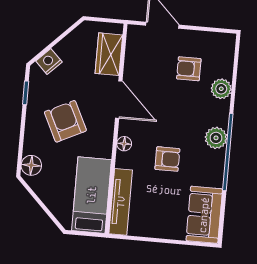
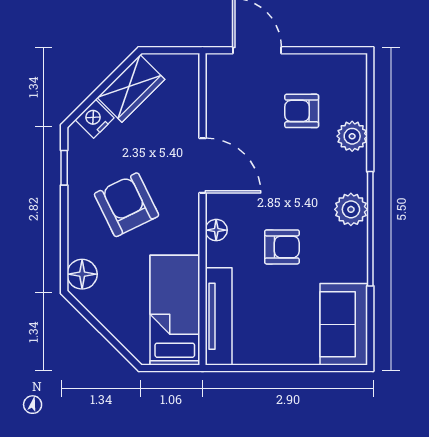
wardrobe: (109, 54) -> (131, 88), moved, turned -135

